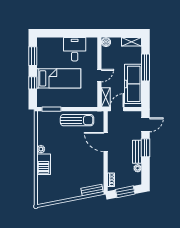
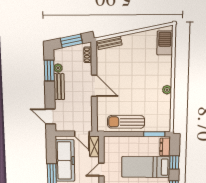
dresser: (41, 97) -> (165, 147), added
door: (117, 109) -> (82, 134), hinge flipped
door: (146, 125) -> (50, 116), hinge flipped
door: (106, 142) -> (94, 86), moved
window: (146, 148) -> (49, 71), moved
barbecue: (44, 164) -> (165, 43), moved

